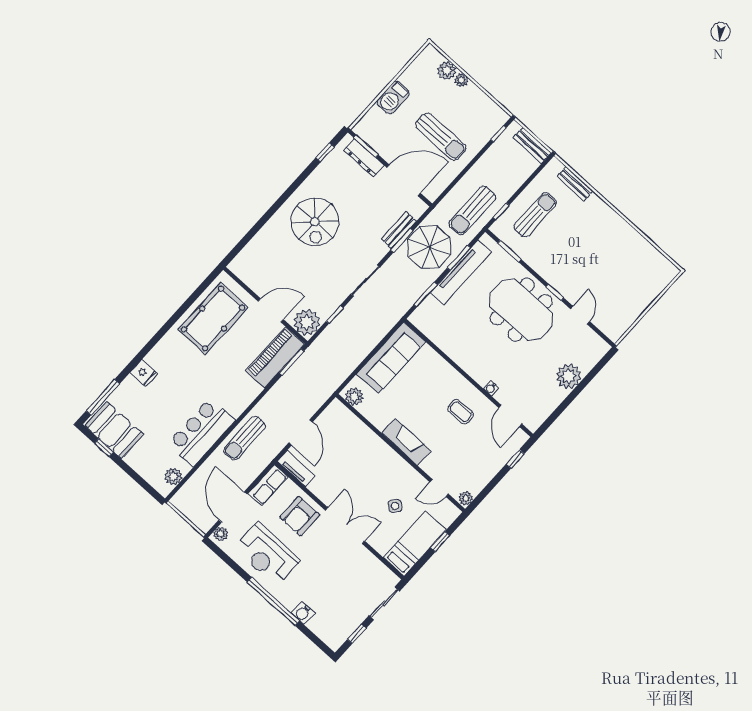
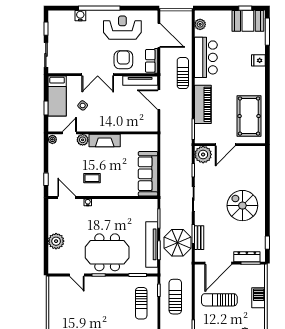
sun lounger: (472, 210) -> (175, 297), moved
piano: (275, 358) -> (203, 104), moved
plant: (354, 397) -> (83, 140), moved
tv unit: (296, 469) -> (140, 81), width x1.41
plant: (221, 534) -> (153, 17), removed

